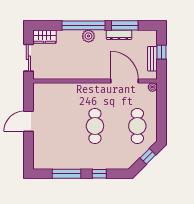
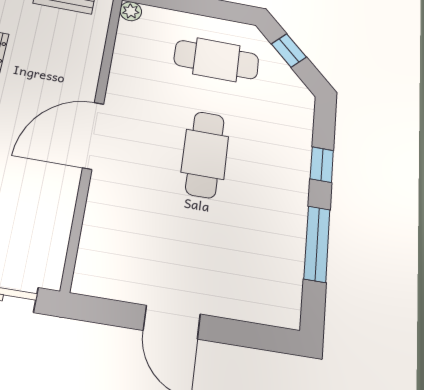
door: (125, 81) -> (93, 136), moved
cafe table: (95, 126) -> (205, 154), turned 90

